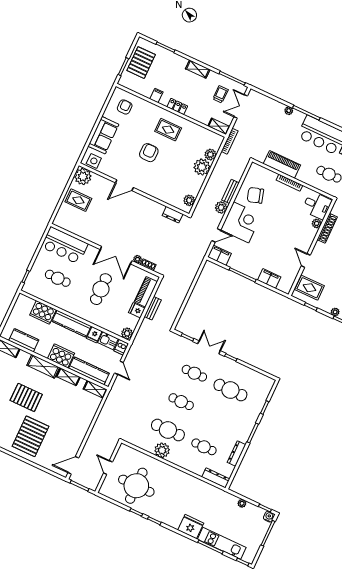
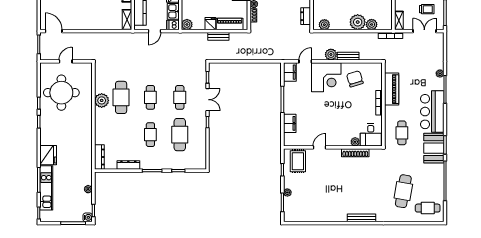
door: (216, 235) -> (305, 61), swing flipped
cafe table: (204, 447) -> (150, 135), moved

